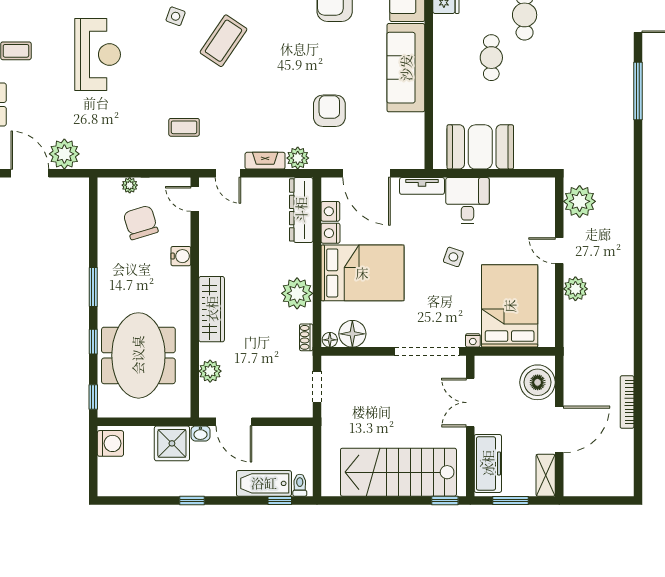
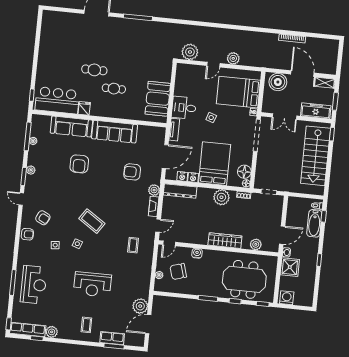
reception desk: (98, 55) -> (92, 284), turned 180

